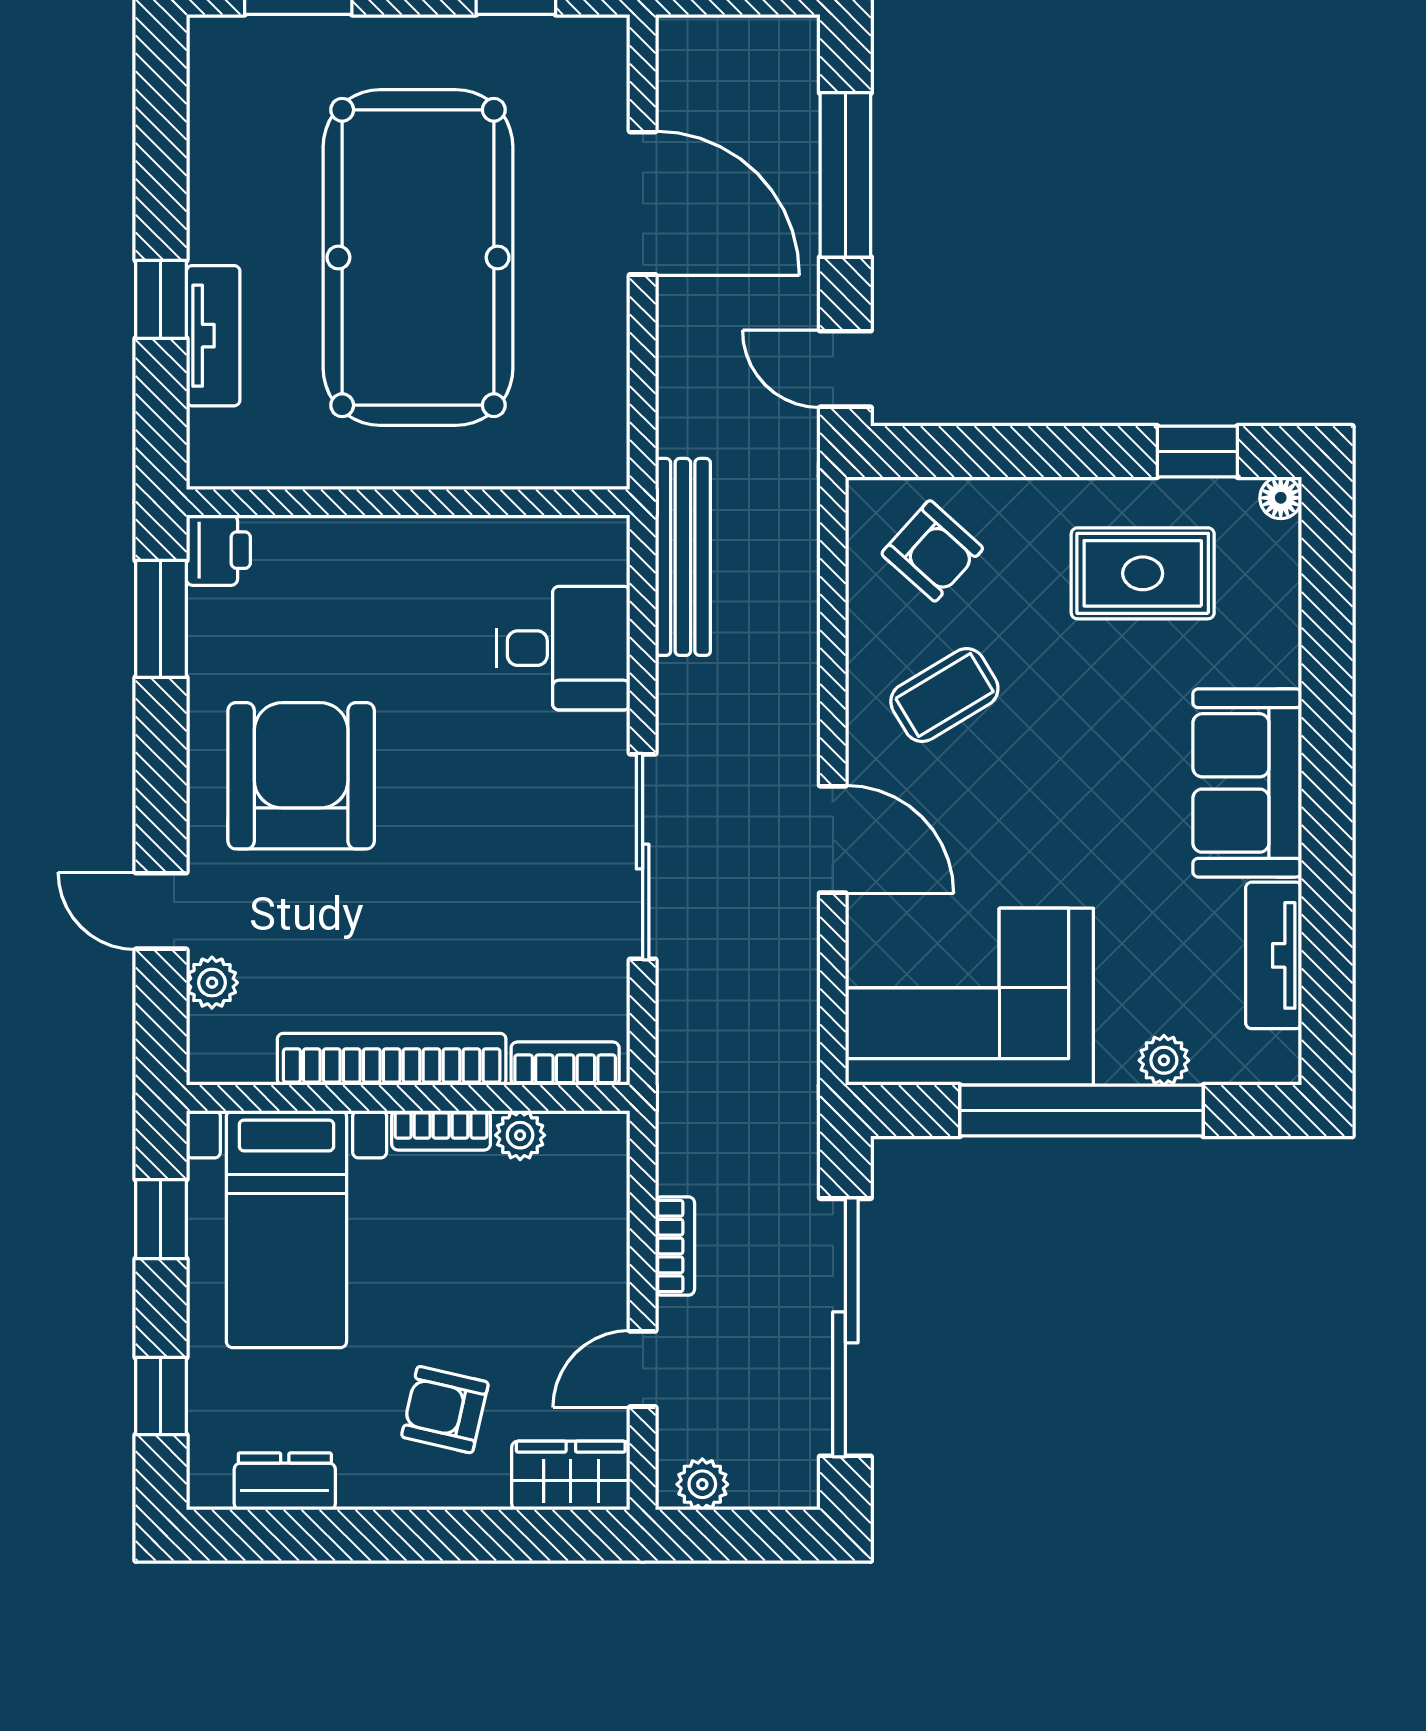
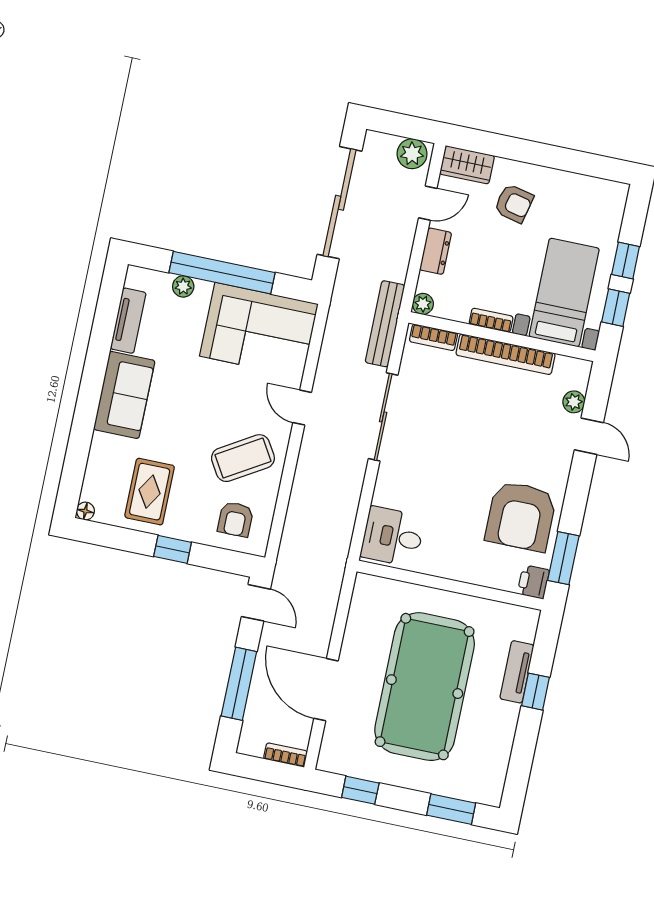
window: (1197, 452) -> (173, 549), moved
armchair: (932, 551) -> (235, 519), turned -132
bench: (683, 557) -> (385, 324), moved
rug: (1143, 573) -> (150, 492), turned 90
desk: (563, 648) -> (393, 537), moved
coffee table: (944, 695) -> (243, 458), width x1.36, depth x1.30
armchair: (301, 776) -> (521, 516), moved
door: (833, 839) -> (302, 408), width x0.73
plant: (520, 1135) -> (423, 304), moved
bookcase: (675, 1246) -> (286, 755), moved, turned 90
window: (161, 1396) -> (626, 260), moved
dresser: (285, 1481) -> (436, 251), moved, turned -90
plant: (702, 1484) -> (412, 154), width x1.38, depth x1.38

